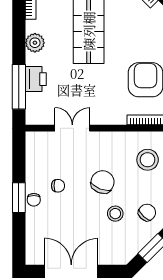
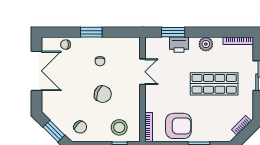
window: (19, 87) -> (173, 32), width x0.69
chair: (34, 200) -> (66, 45), moved
stool: (115, 214) -> (79, 104), removed

